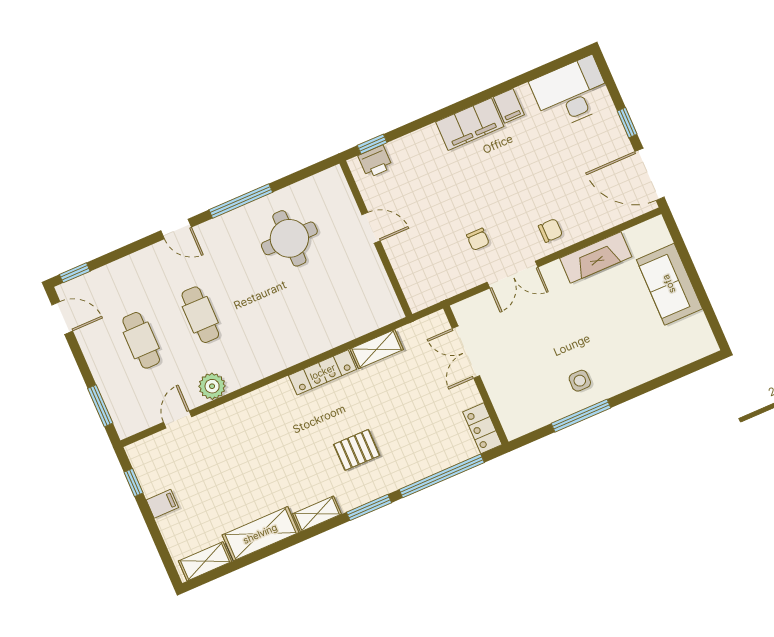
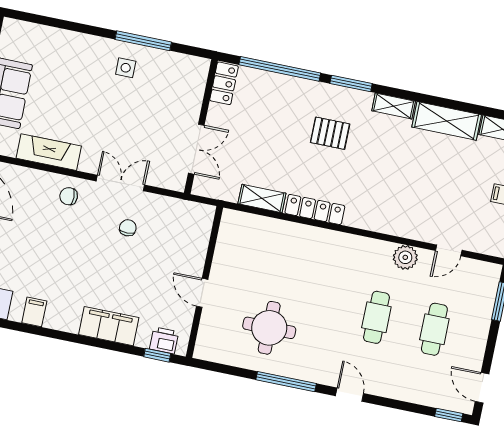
filing cabinet: (470, 124) -> (109, 326), moved

